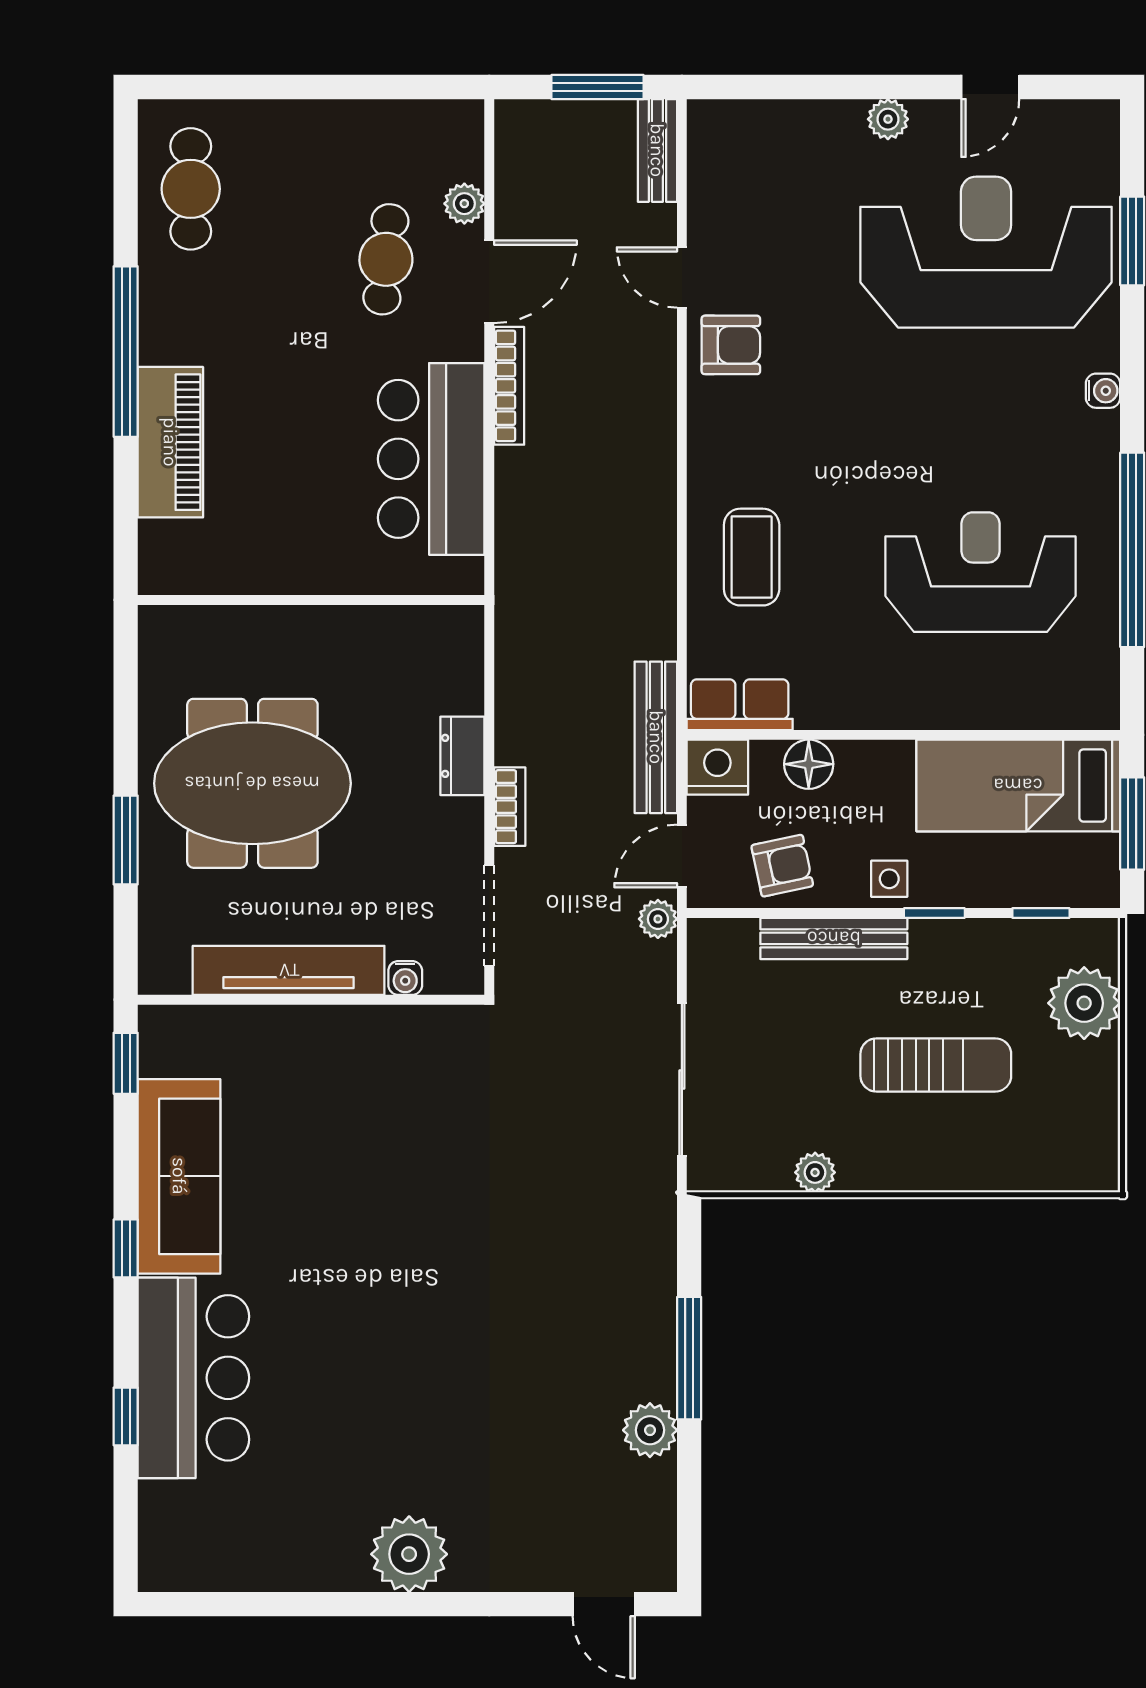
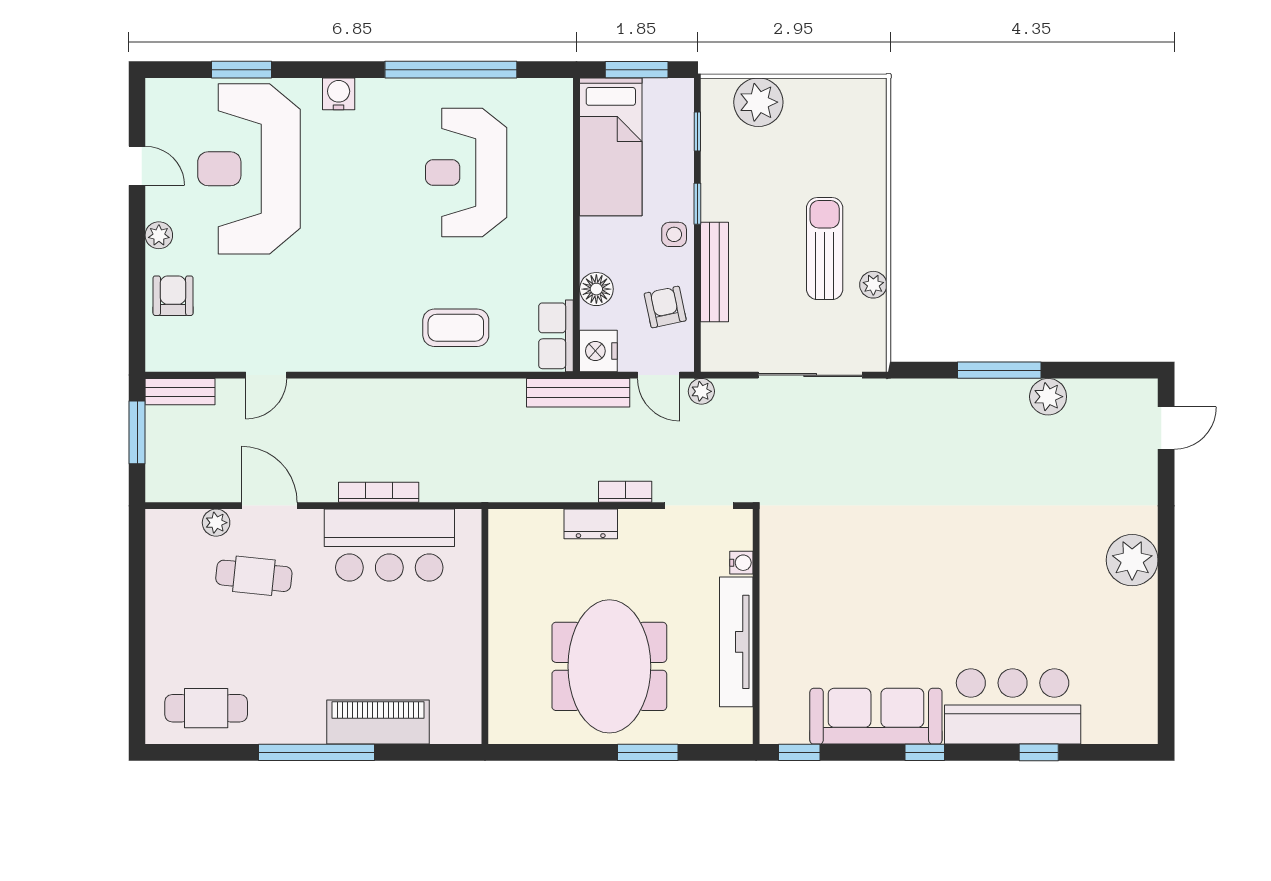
armchair: (731, 345) -> (173, 296), moved
bookcase: (509, 386) -> (379, 492), moved
water cooler: (1103, 391) -> (339, 94), width x1.38, depth x1.38
sun lounger: (936, 1065) -> (825, 249), moved

